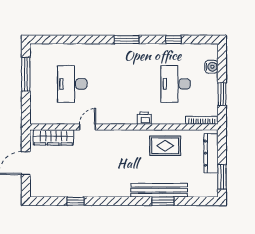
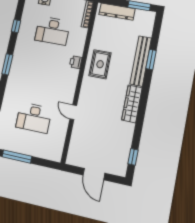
wardrobe: (53, 137) -> (132, 104), moved, turned 180
rug: (165, 146) -> (100, 64), moved
window: (75, 201) -> (133, 157), moved

